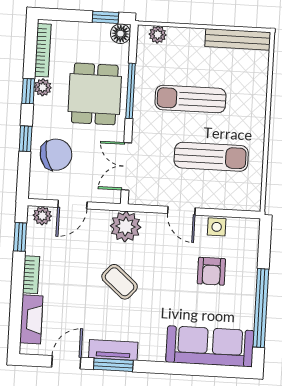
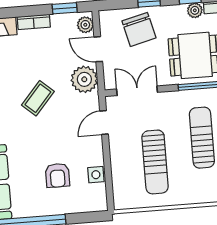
door: (181, 211) -> (104, 123), moved
plant: (126, 226) -> (84, 79), moved
armchair: (211, 271) -> (57, 175), turned -90

